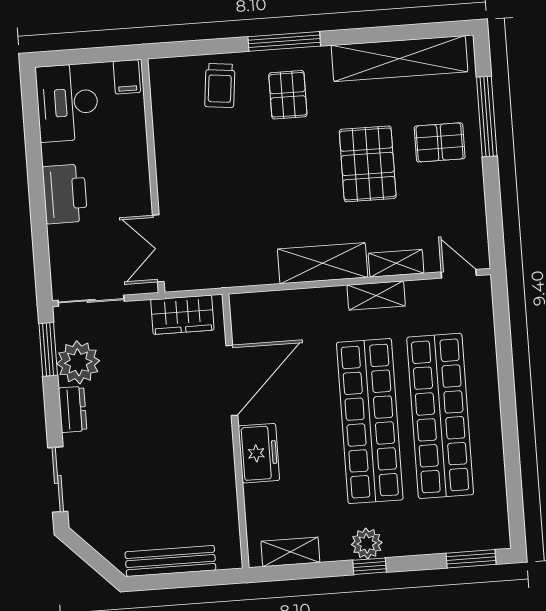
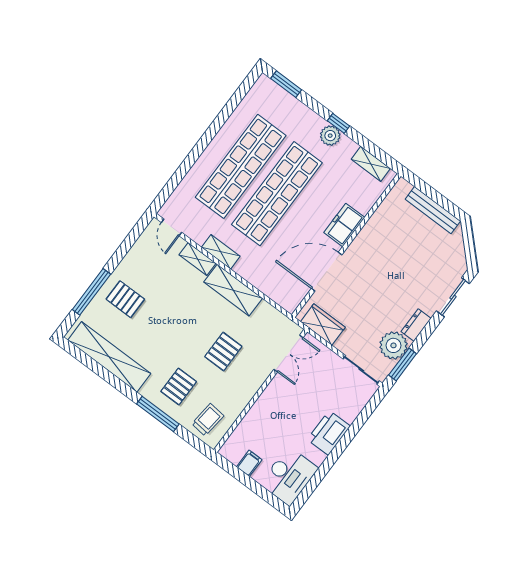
pallet: (368, 164) -> (223, 351), moved, width x0.67, depth x0.71
wall: (153, 176) -> (260, 391), moved
double door: (158, 248) -> (289, 353), moved

